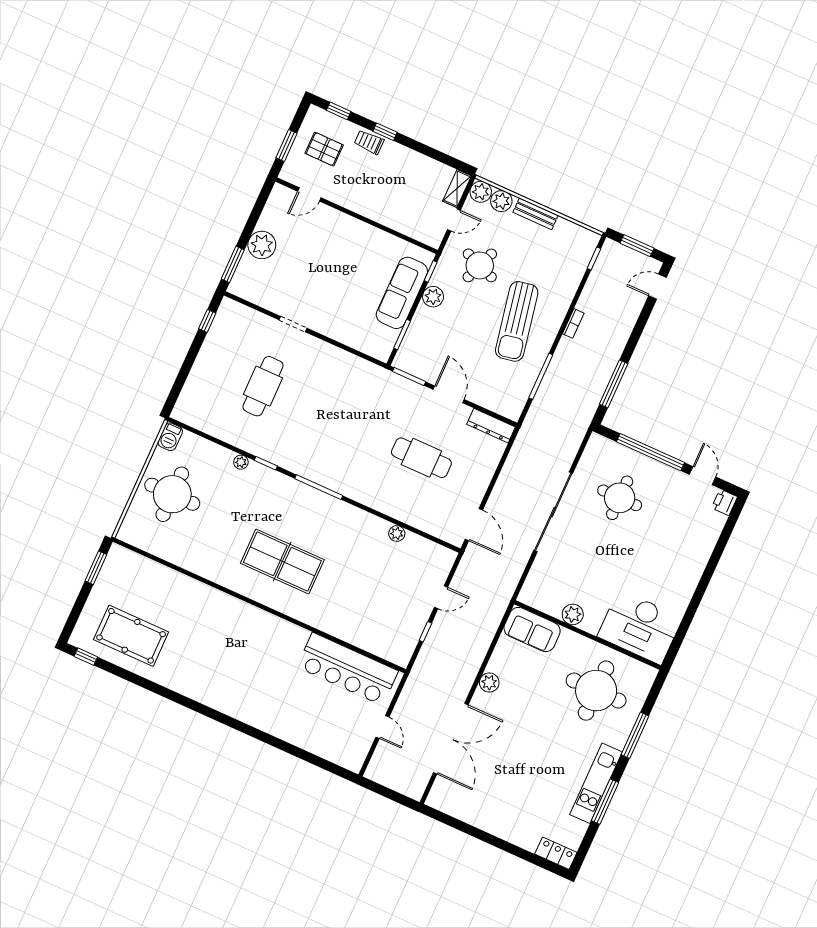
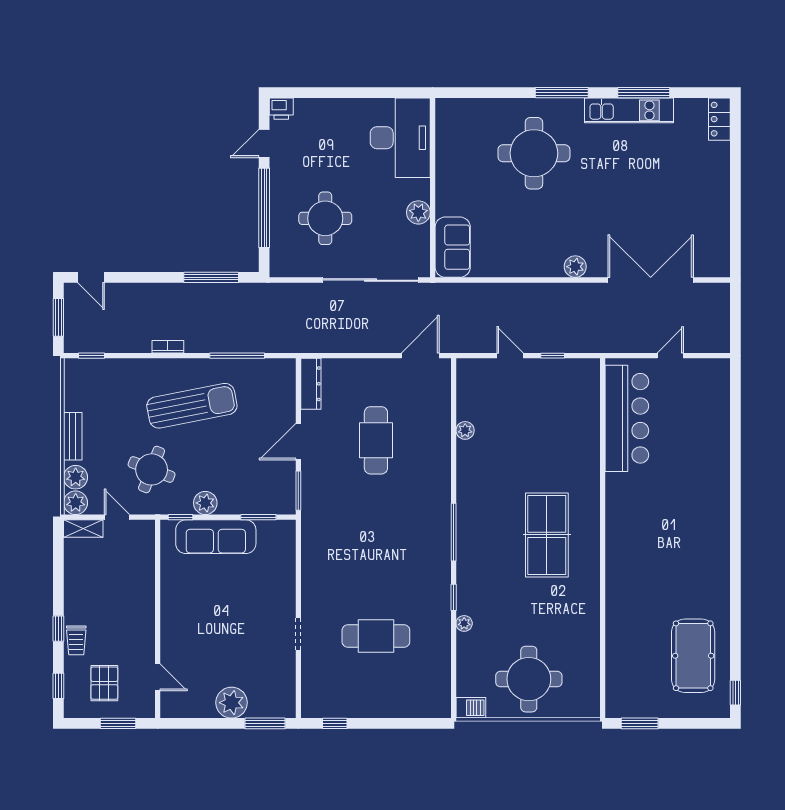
plant: (573, 614) -> (418, 212), moved
desk: (640, 627) -> (400, 138), moved
sofa: (532, 630) -> (453, 247), moved
wall: (588, 635) -> (433, 188), moved

